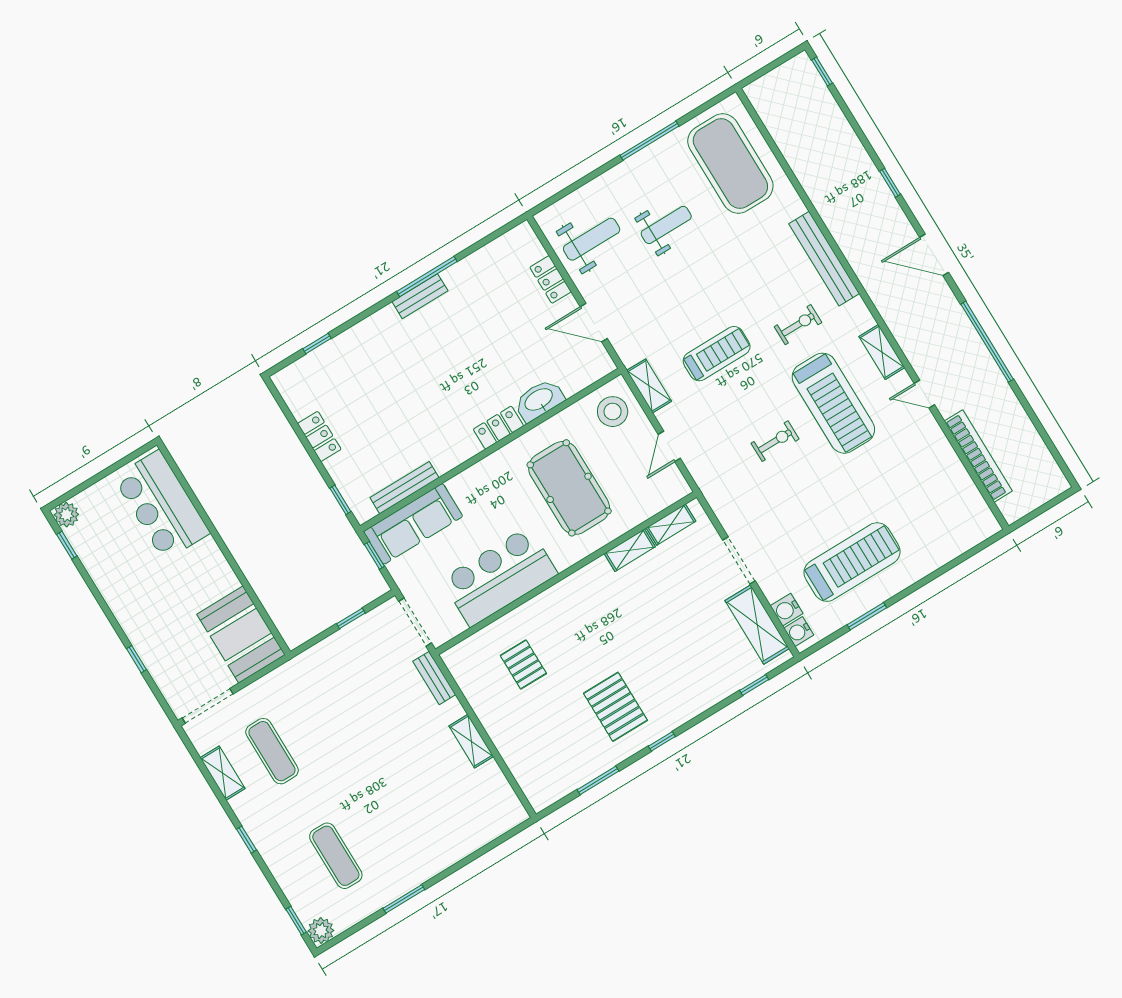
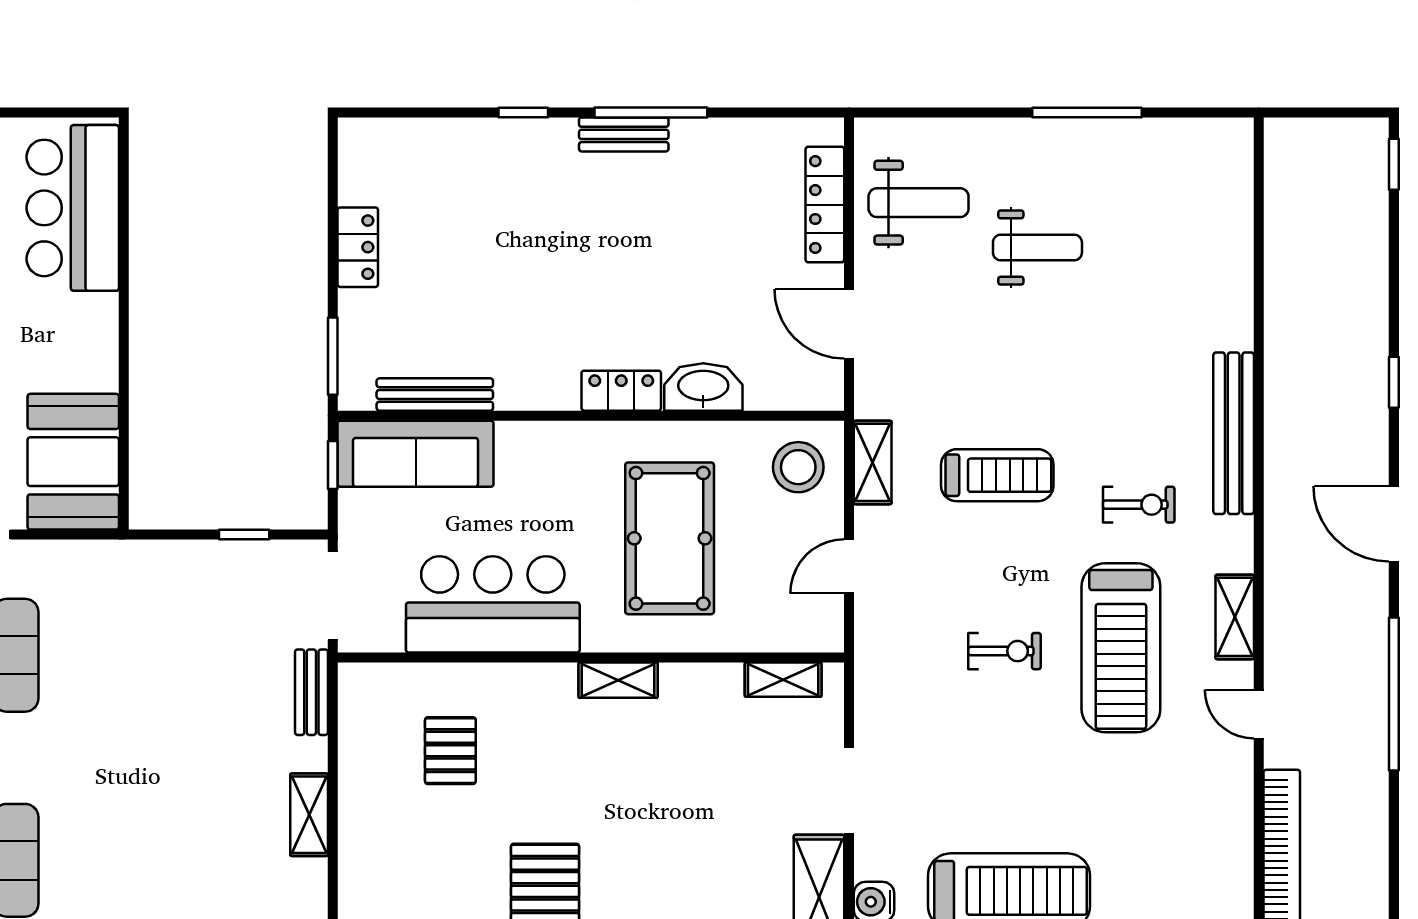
exercise mat: (730, 164) -> (1183, 216), removed
locker: (551, 279) -> (825, 205), width x1.53
window: (317, 344) -> (523, 112), moved
window: (340, 500) -> (333, 356), width x1.50
shelving: (630, 550) -> (618, 680), moved

